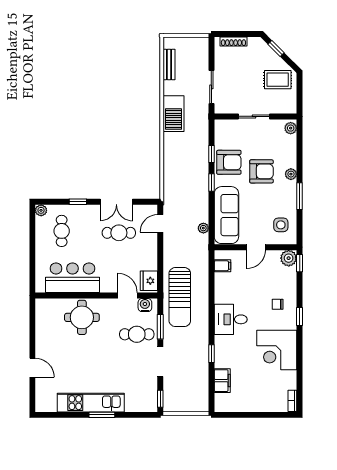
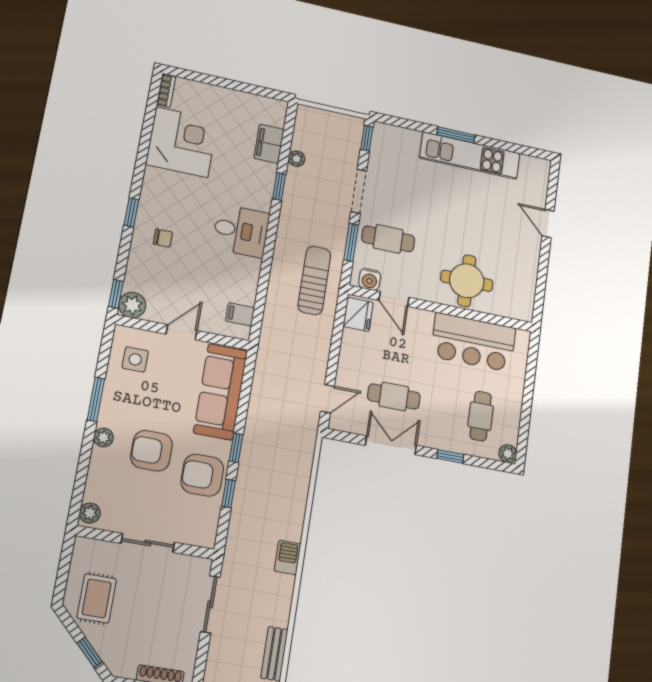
rug: (278, 80) -> (97, 598), turned 90
barbecue: (173, 114) -> (288, 558), width x0.53, depth x0.65
plant: (203, 228) -> (297, 159), moved
sun lounger: (180, 297) -> (314, 280), width x0.73, depth x0.75
corner desk: (277, 350) -> (182, 142), moved

